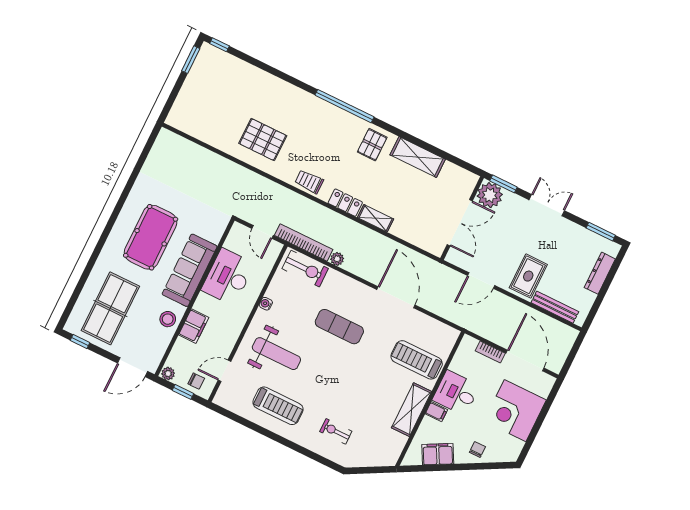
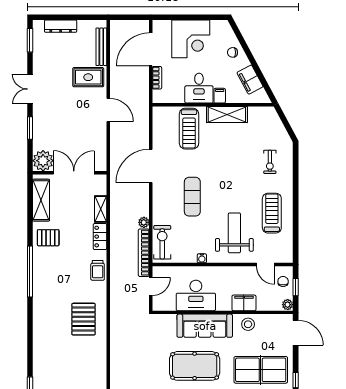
plant: (490, 195) -> (43, 161), moved
wall: (462, 218) -> (70, 173), moved
double door: (460, 223) -> (74, 173), moved

